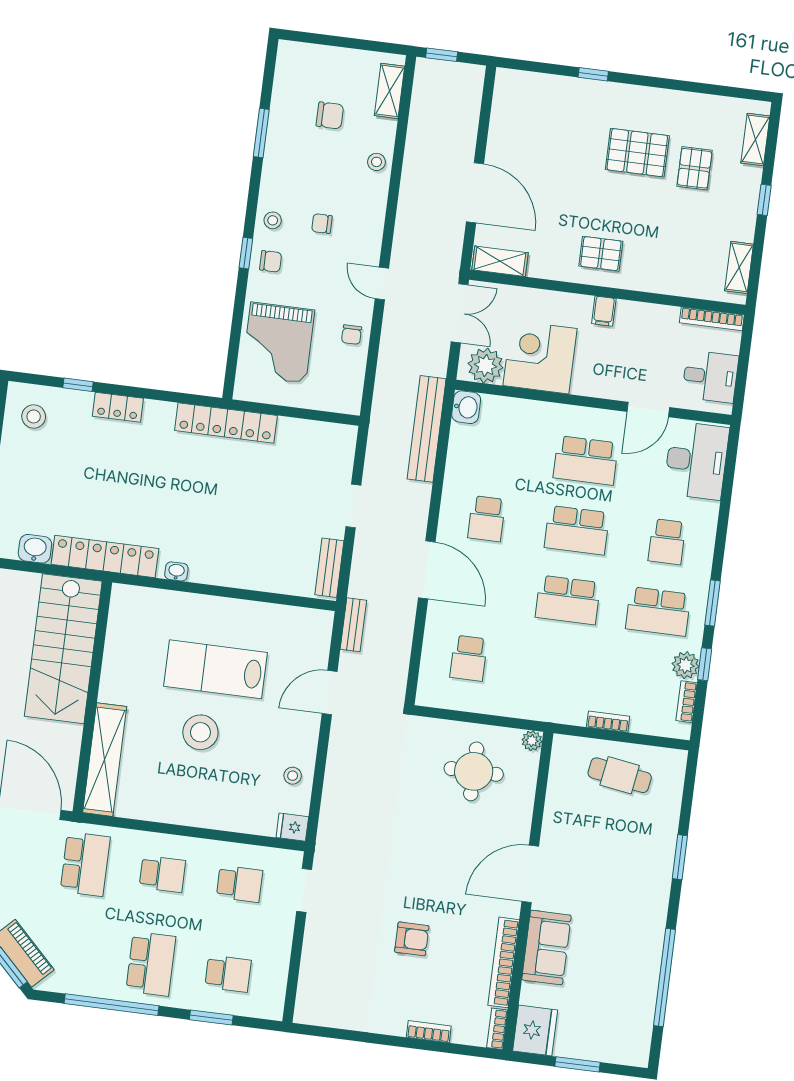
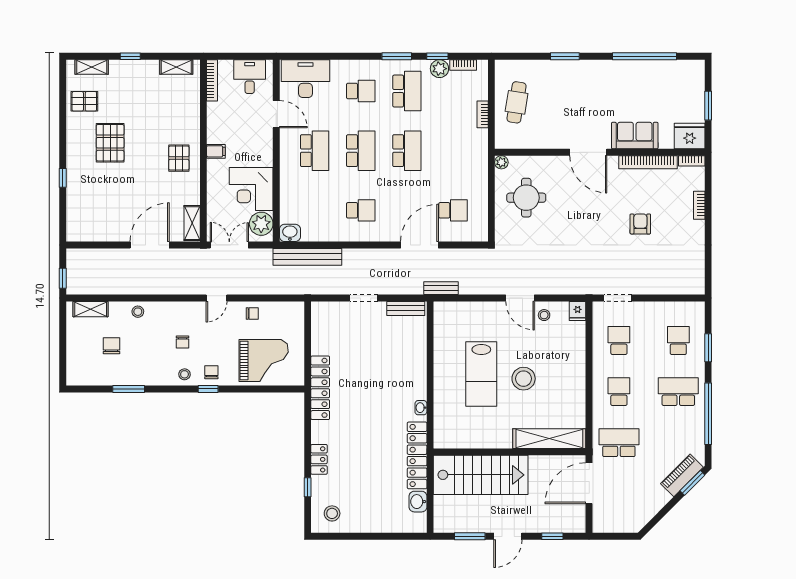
pallet: (695, 168) -> (84, 101), moved
door: (427, 570) -> (420, 245), moved
door: (330, 693) -> (520, 298), moved

